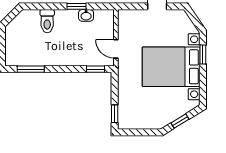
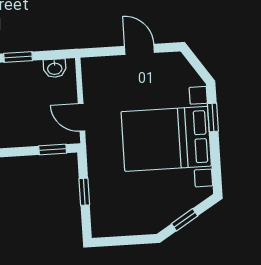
washbasin: (86, 15) -> (55, 68), moved
window: (115, 114) -> (84, 192), moved

